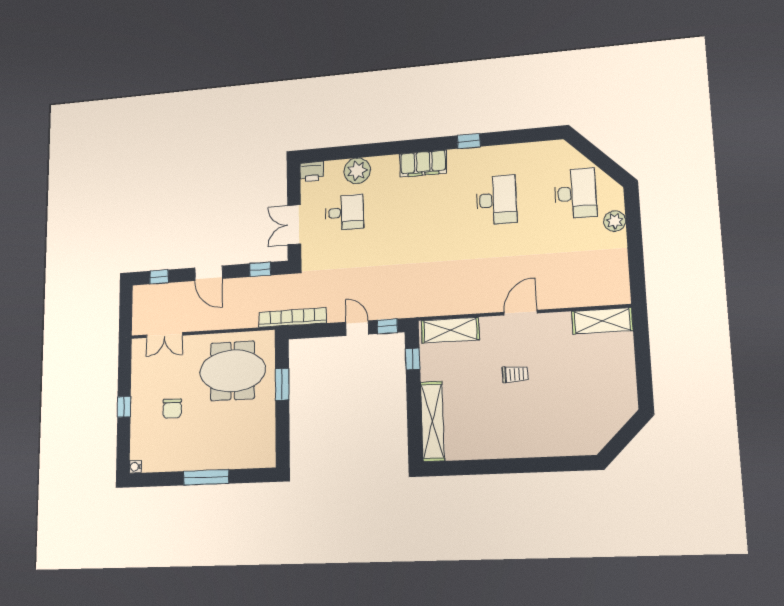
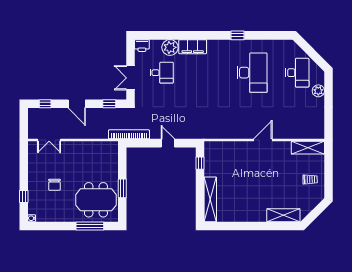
filing cabinet: (423, 163) -> (193, 47), moved
desk: (496, 200) -> (252, 73), width x1.36, depth x1.30
window: (387, 326) -> (186, 143), removed
shelving: (450, 330) -> (283, 215), moved
meeting table: (233, 371) -> (96, 200), moved
trolley: (515, 374) -> (310, 179), moved
window: (282, 384) -> (122, 188), moved
window: (124, 407) -> (24, 196), moved
window: (206, 477) -> (90, 226), moved

